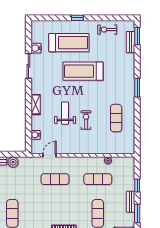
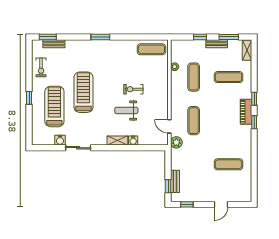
treadmill: (83, 71) -> (83, 92), turned 180
exercise mat: (116, 118) -> (151, 49), moved
water cooler: (36, 135) -> (133, 141), moved
plant: (13, 162) -> (176, 142), moved

